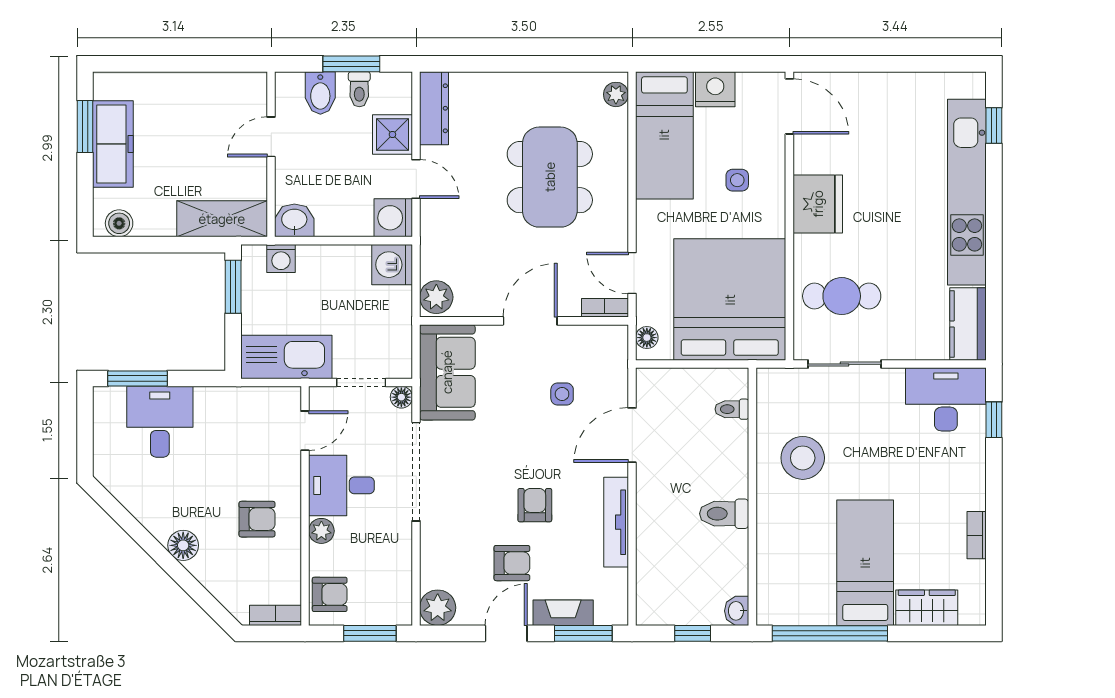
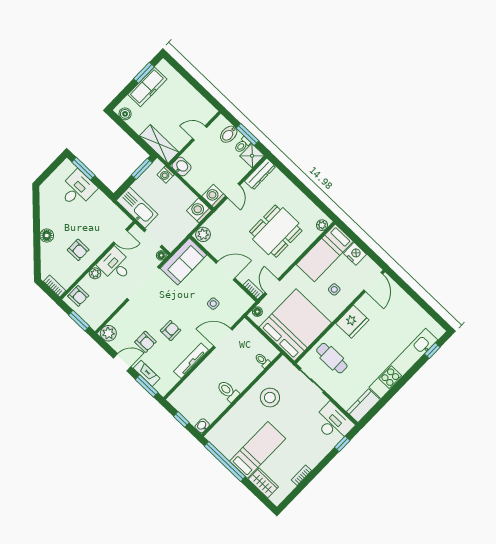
shower: (392, 134) -> (252, 156), moved

